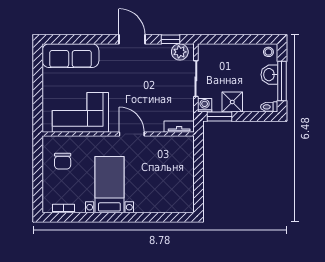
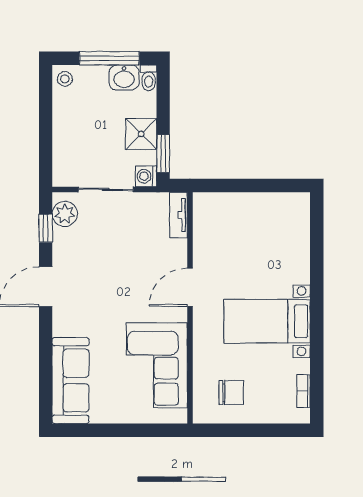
washbasin: (269, 75) -> (124, 77), moved

